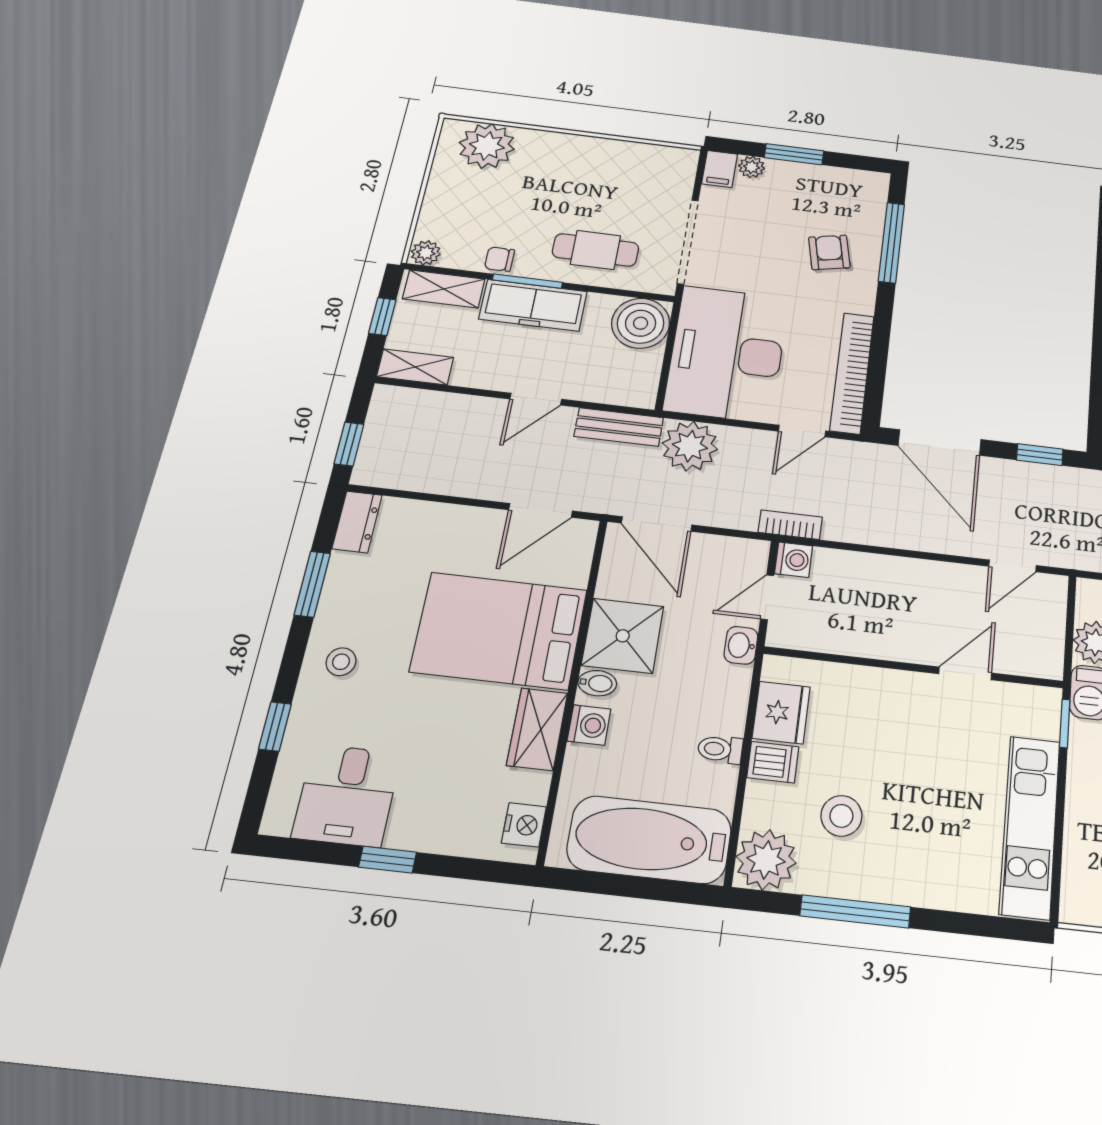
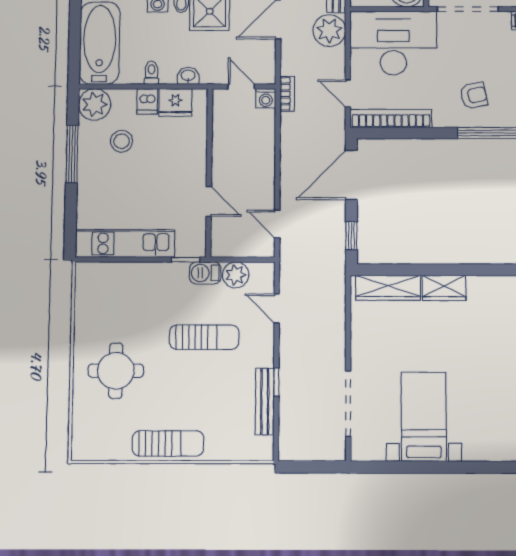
washbasin: (741, 645) -> (188, 76), moved

